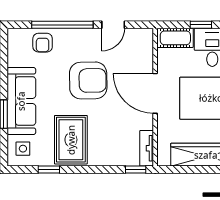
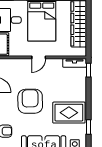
door: (155, 93) -> (39, 57), width x0.53

